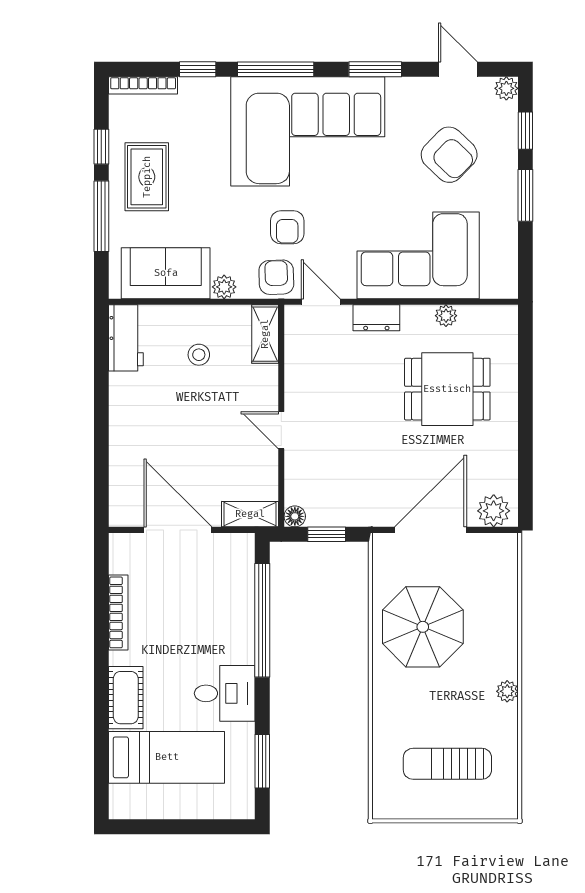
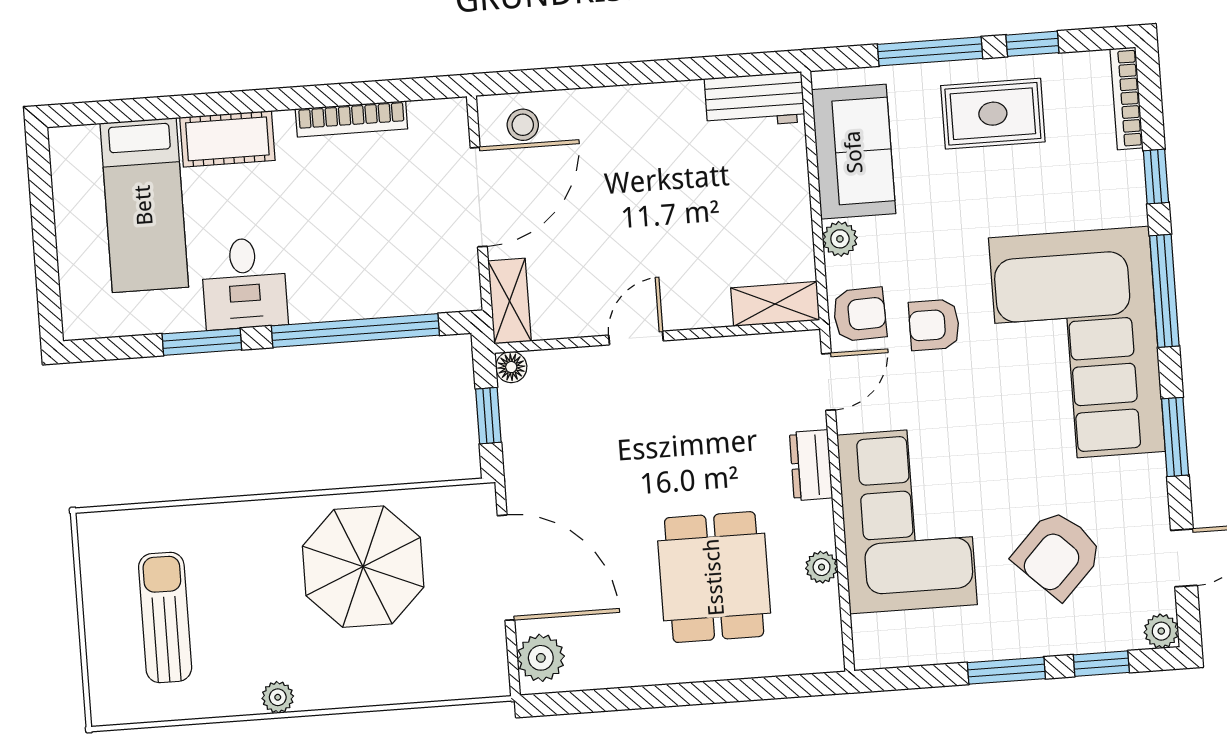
stool: (199, 355) -> (523, 125), moved
window: (262, 761) -> (202, 342), moved

